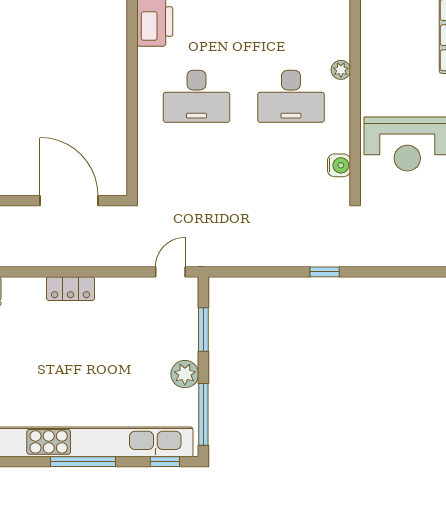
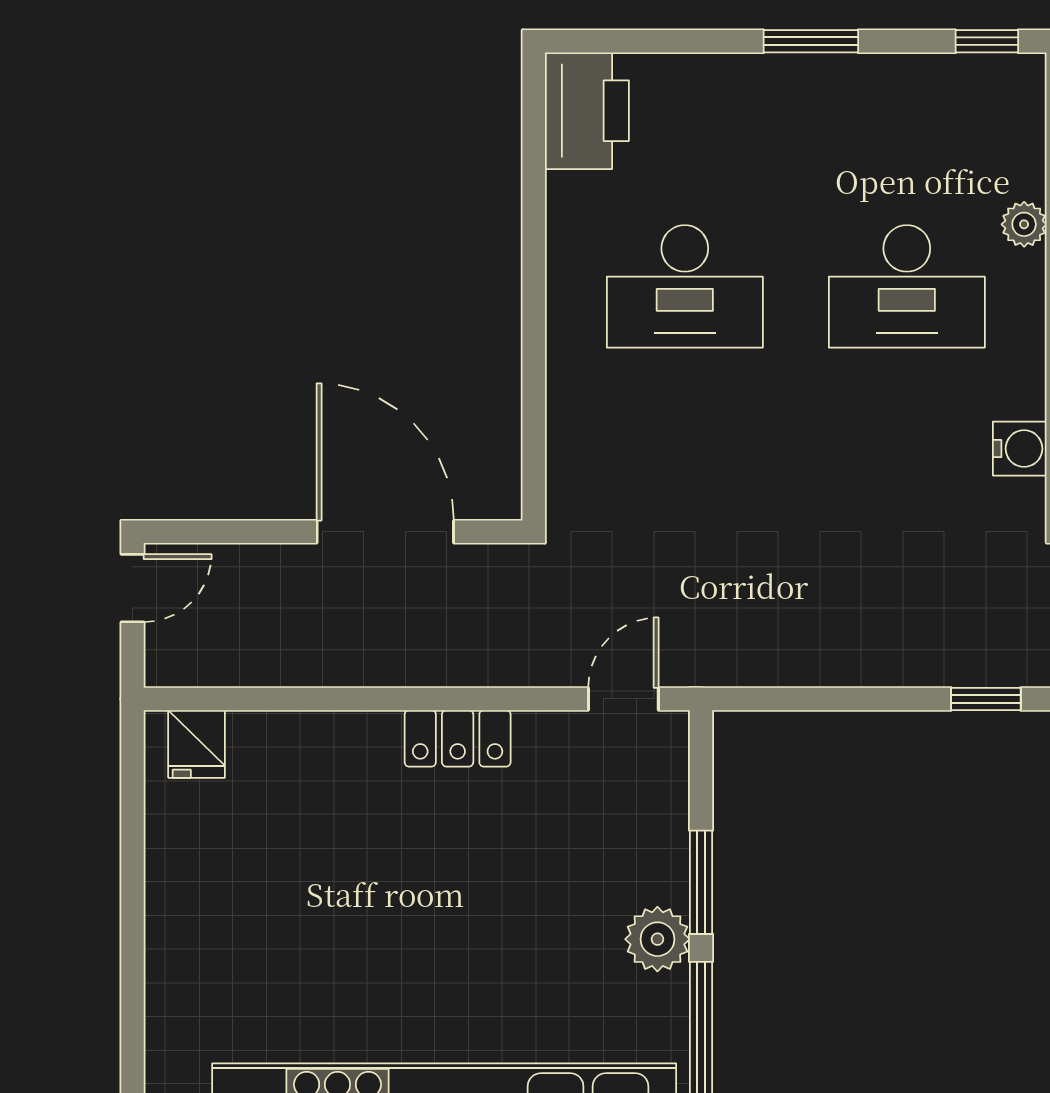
locker: (71, 289) -> (458, 738), moved
window: (203, 329) -> (701, 882), moved

